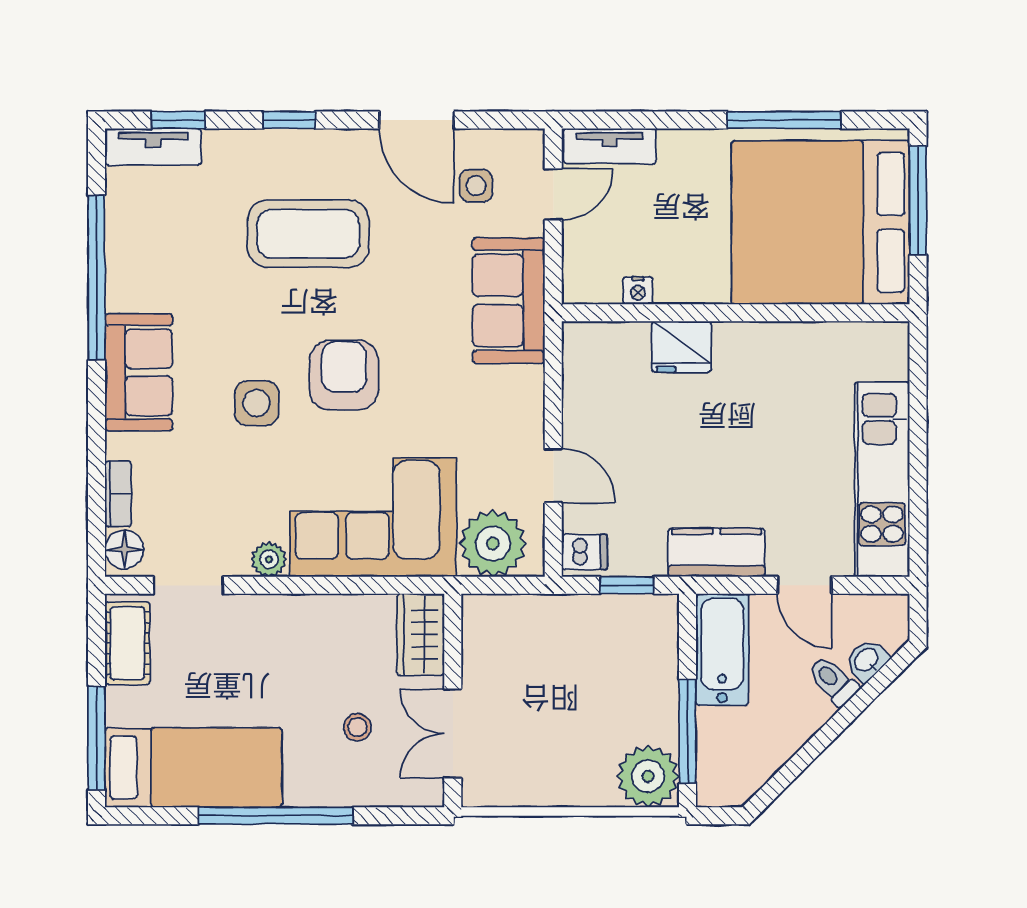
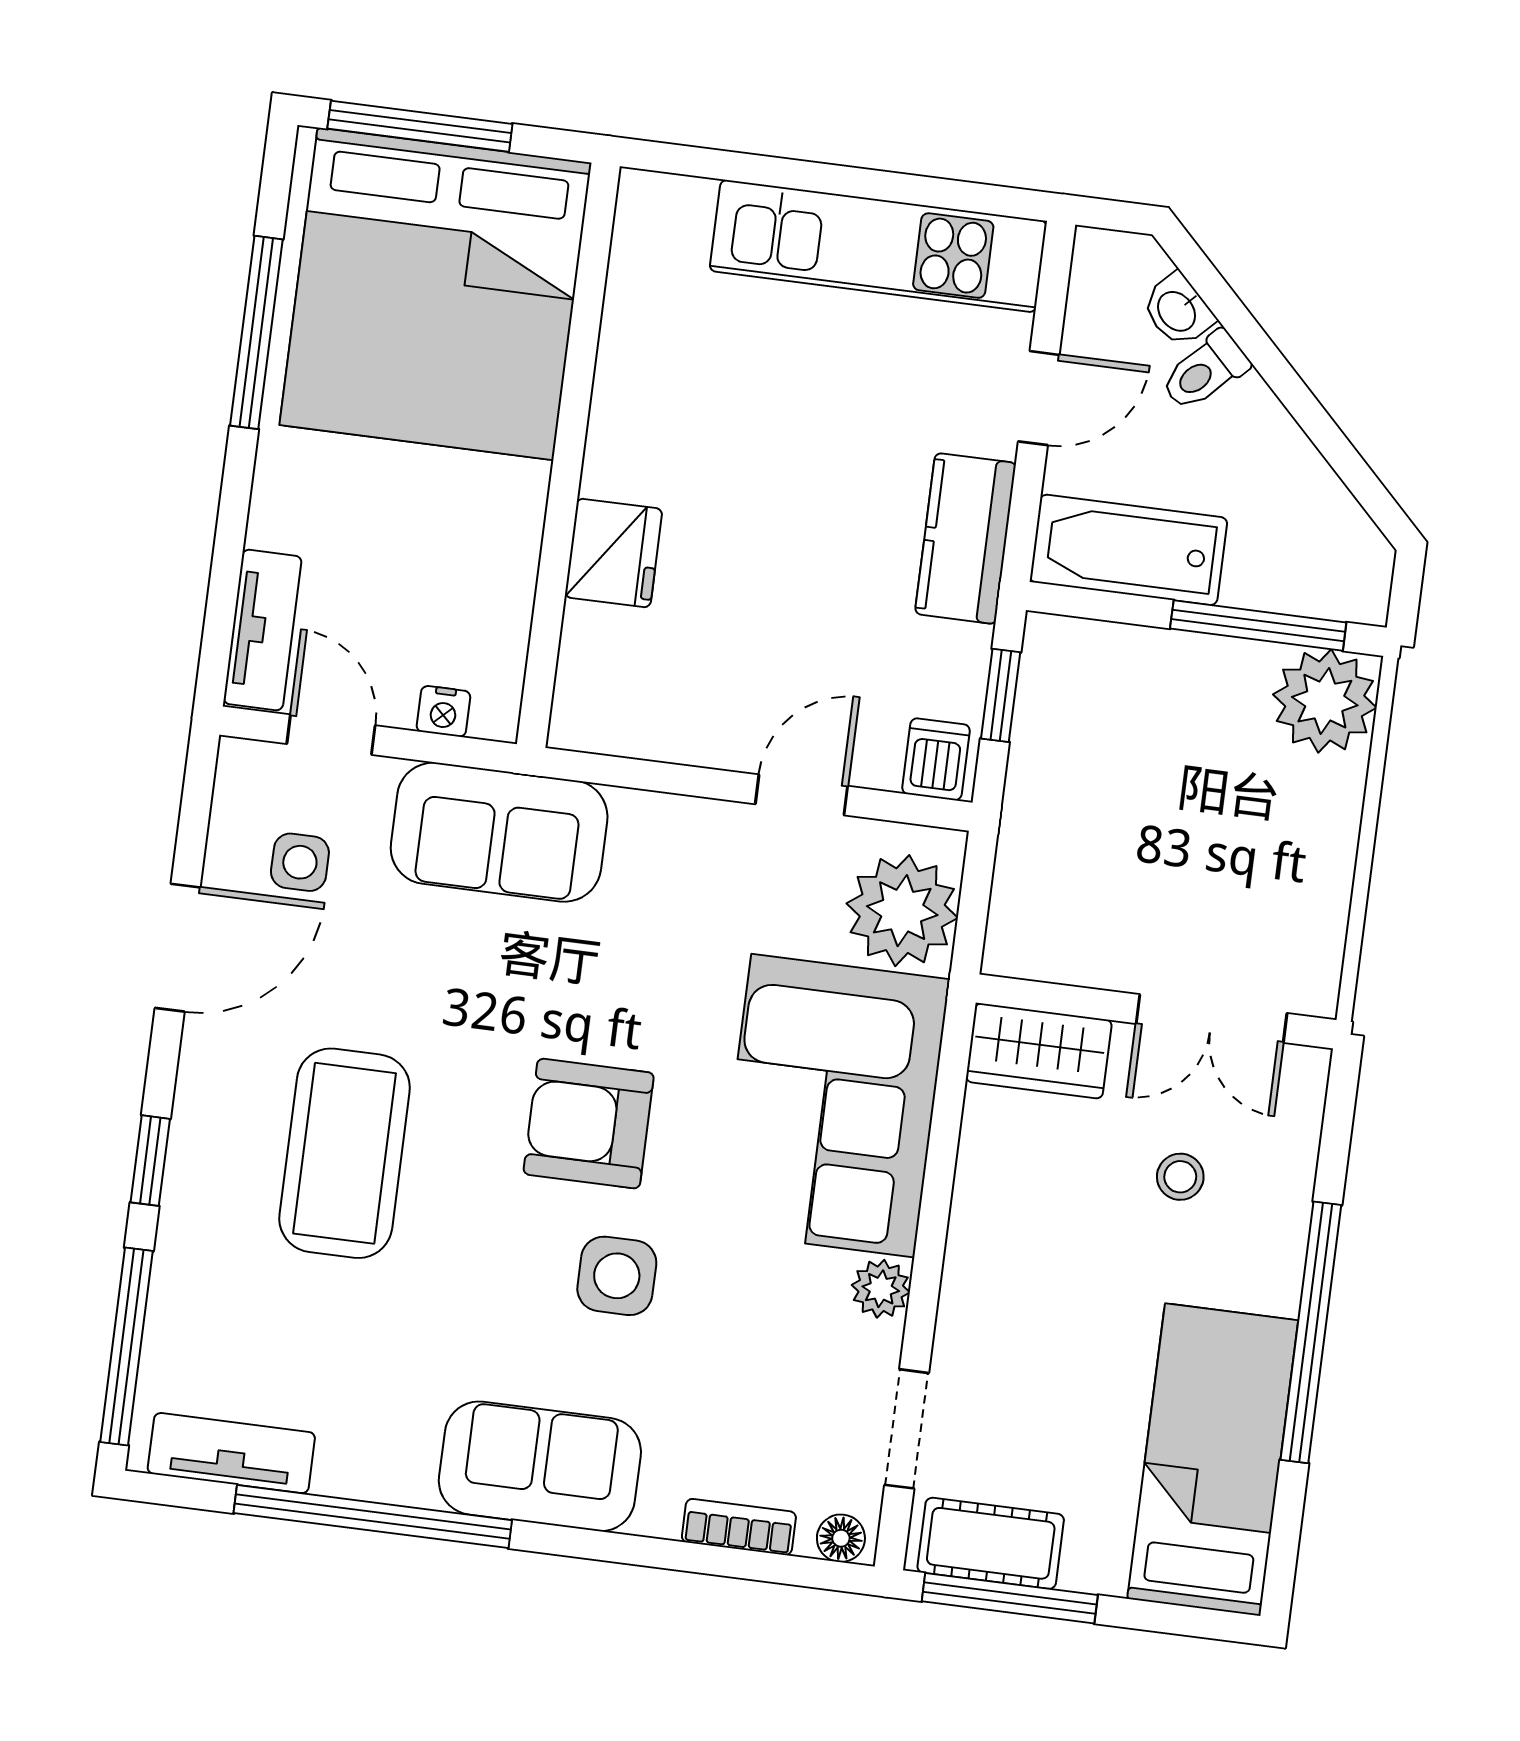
window: (178, 120) -> (126, 1347), width x2.17
tv unit: (153, 147) -> (231, 1453), moved, turned -90
nightstand: (638, 291) -> (443, 711), moved, turned 90
floor lamp: (124, 549) -> (841, 1538), width x0.73, depth x0.73
window: (97, 738) -> (1010, 1598), moved

